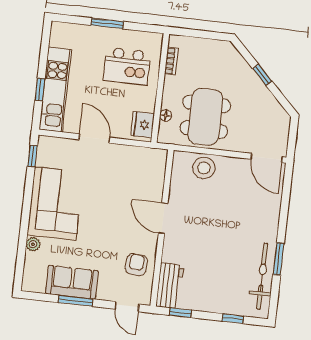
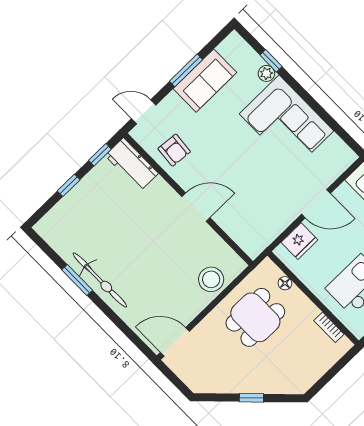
dining table: (205, 117) -> (255, 317), width x0.73
fridge: (143, 125) -> (299, 241), moved, turned 90
window: (32, 156) -> (271, 61), moved
bicycle: (262, 276) -> (100, 280), moved
window: (233, 319) -> (69, 185), moved

